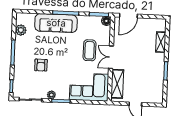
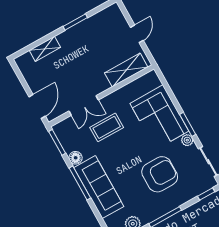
door: (128, 16) -> (37, 106), hinge flipped
floor lamp: (106, 21) -> (76, 158), moved
double door: (111, 57) -> (84, 106), moved
armchair: (41, 65) -> (160, 174), width x1.88, depth x1.88
corner sofa: (89, 87) -> (159, 117), moved

